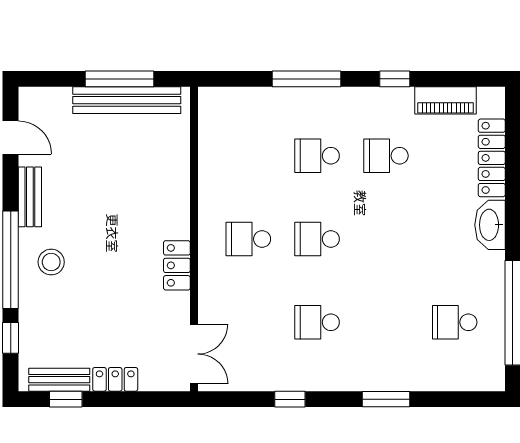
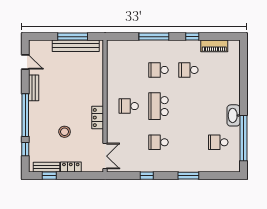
locker: (492, 158) -> (234, 71), removed
washbasin: (490, 225) -> (234, 115), moved
school desk: (317, 239) -> (158, 106), width x1.85
stool: (51, 262) -> (65, 132), moved

